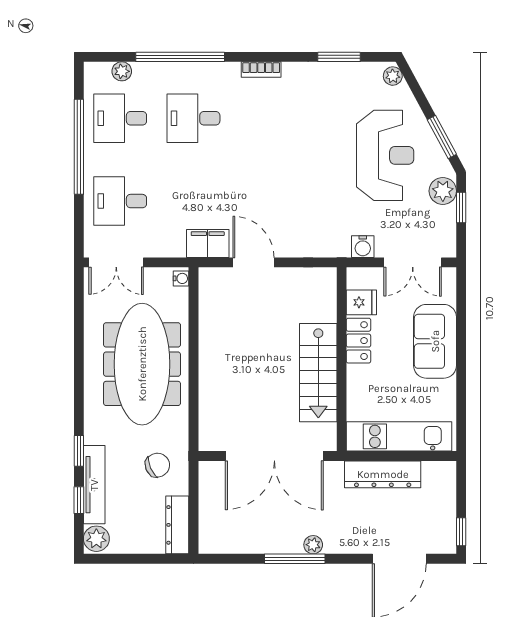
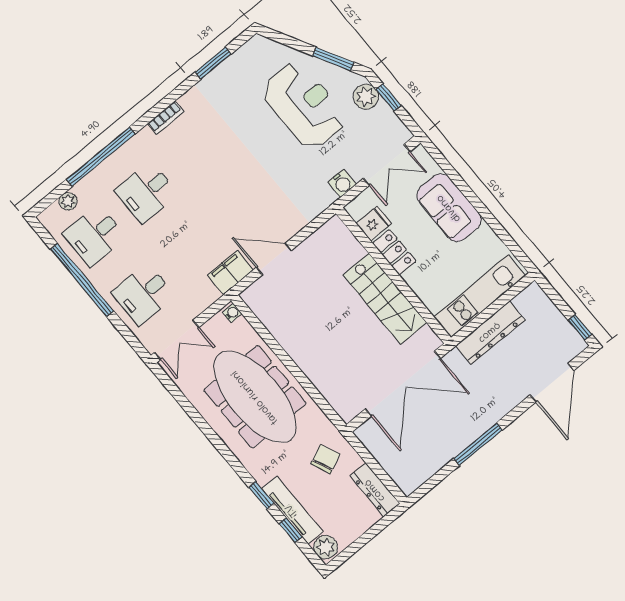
plant: (393, 76) -> (263, 45), removed
plant: (313, 545) -> (483, 424), removed

